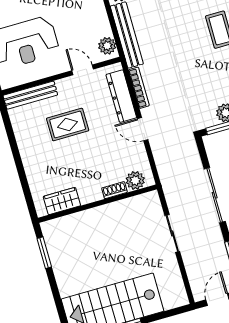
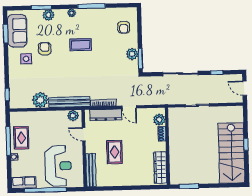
door: (83, 70) -> (84, 134), hinge flipped
door: (143, 129) -> (129, 107), hinge flipped
wardrobe: (62, 201) -> (160, 167), width x1.50

